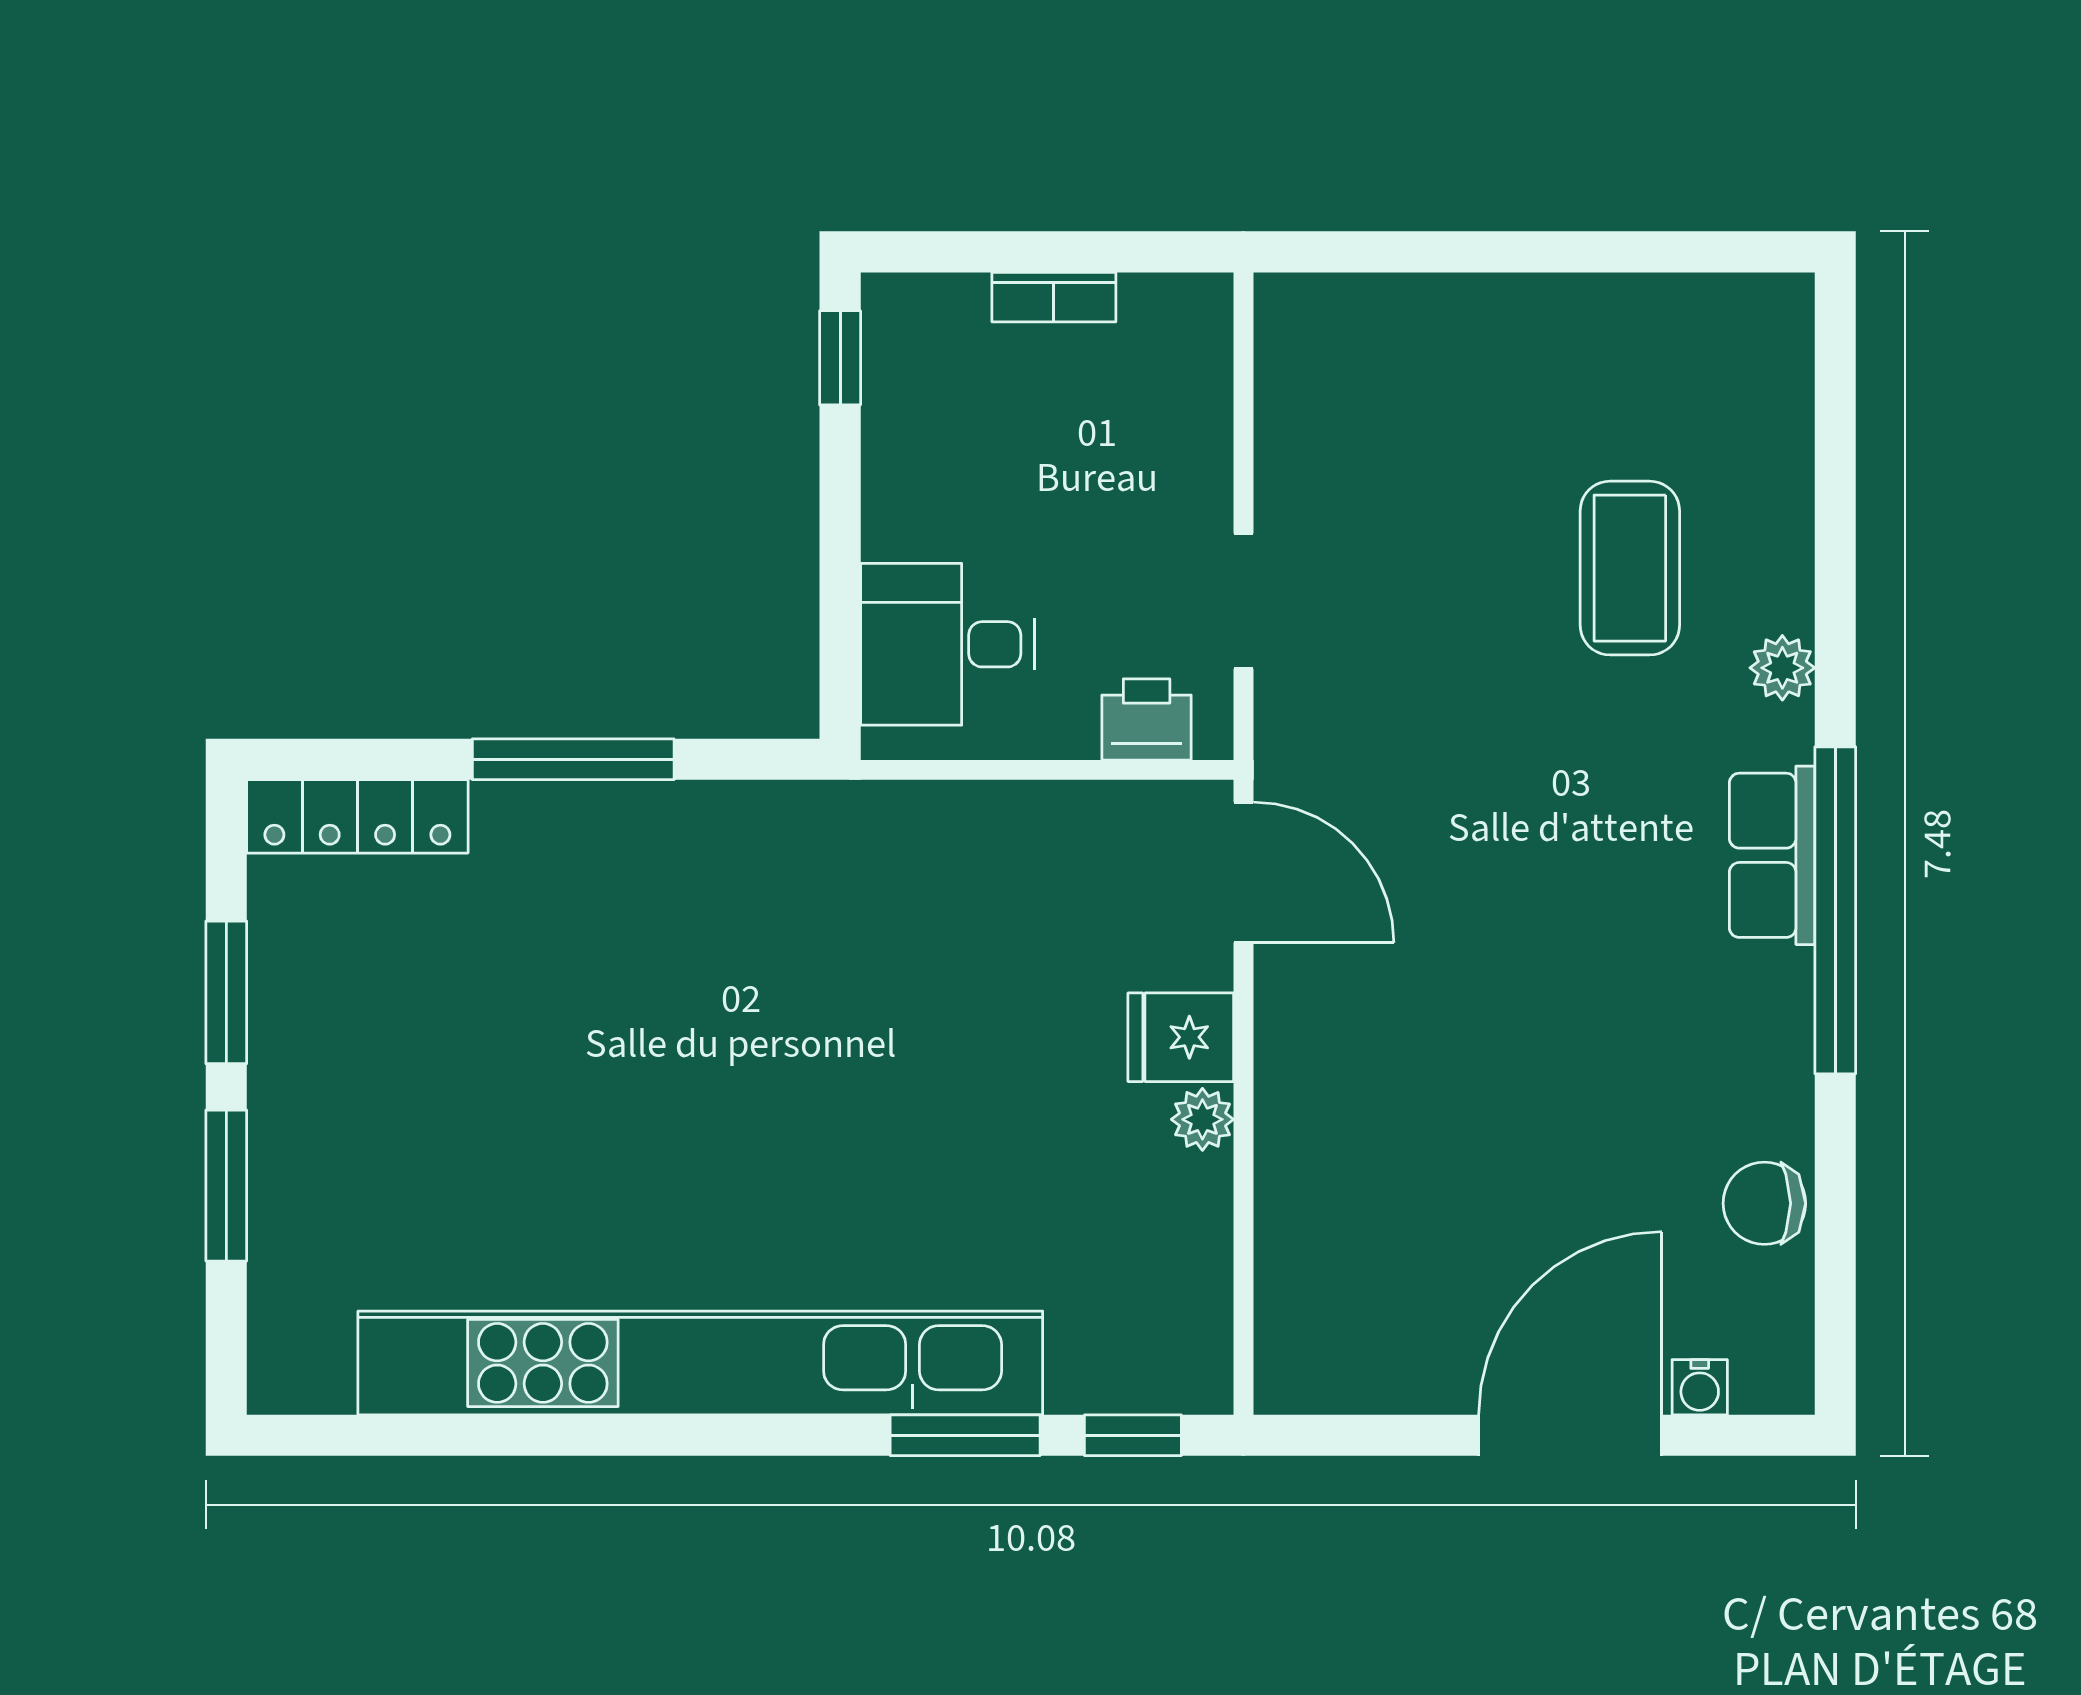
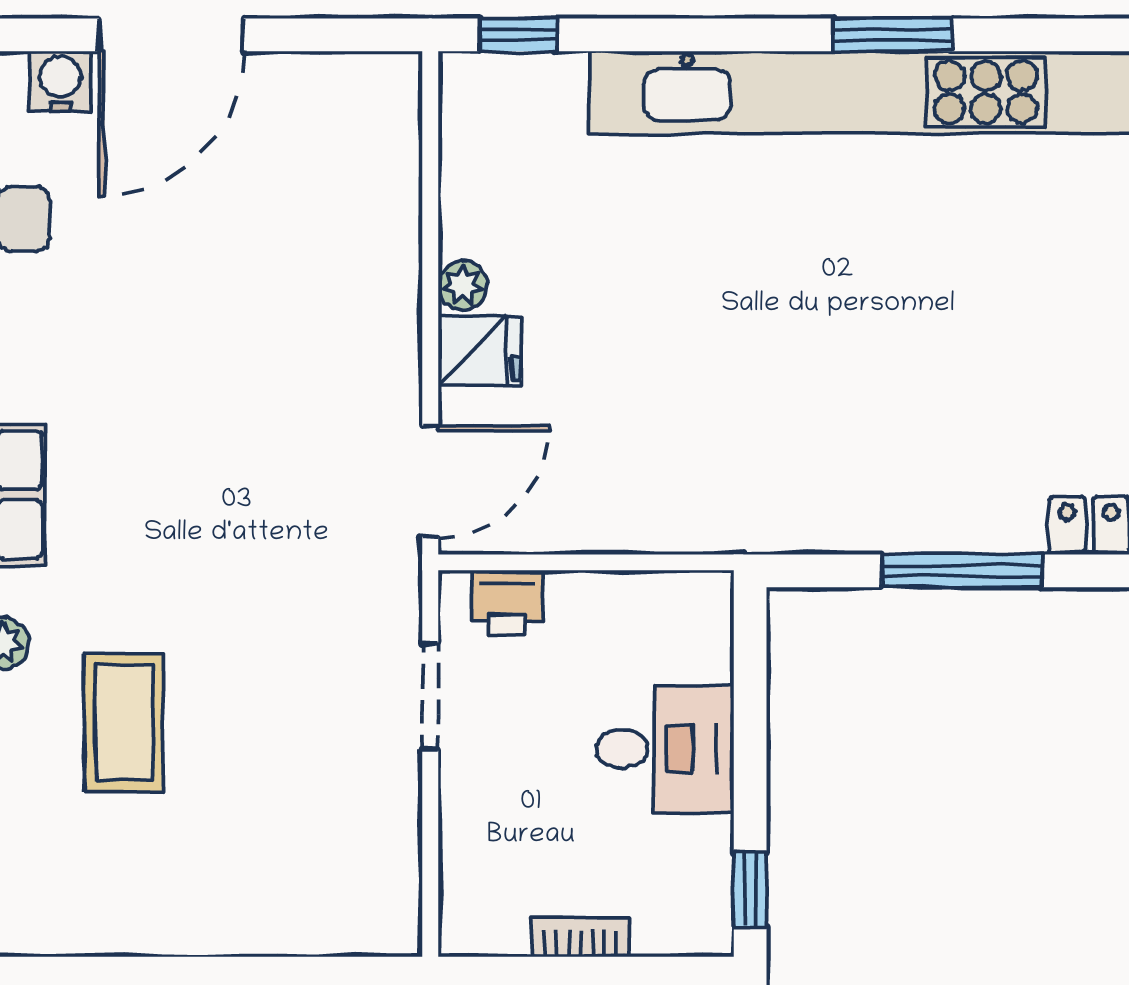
desk: (948, 644) -> (665, 749), moved
door: (1244, 872) -> (430, 481), swing flipped
water cooler: (1700, 1387) -> (60, 81), width x1.38, depth x1.38
window: (965, 1435) -> (893, 35), moved

